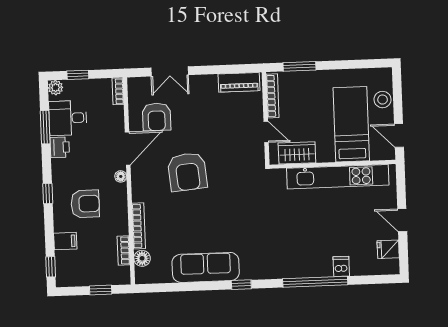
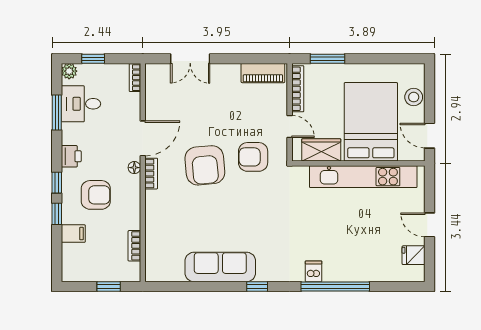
armchair: (157, 117) -> (253, 157), moved, turned 90
bed: (351, 124) -> (371, 122), width x1.50
printer: (60, 147) -> (71, 156), moved
bookcase: (139, 226) -> (151, 174), moved, width x0.64
floor lamp: (142, 258) -> (154, 255), removed
dishwasher: (341, 266) -> (314, 271), moved
window: (51, 267) -> (57, 214), moved

